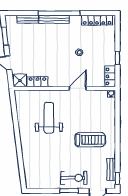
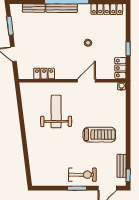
shower: (20, 81) -> (26, 72), removed

